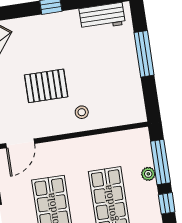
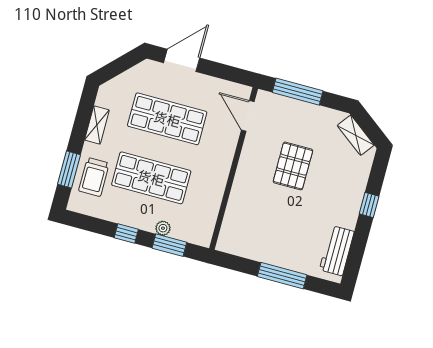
stool: (82, 112) -> (252, 190), removed
window: (160, 162) -> (169, 245), width x0.69

